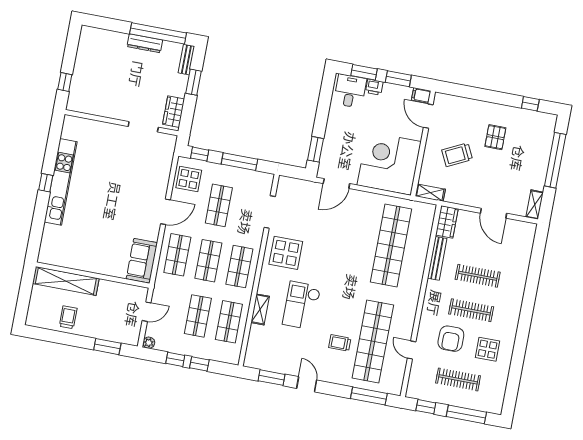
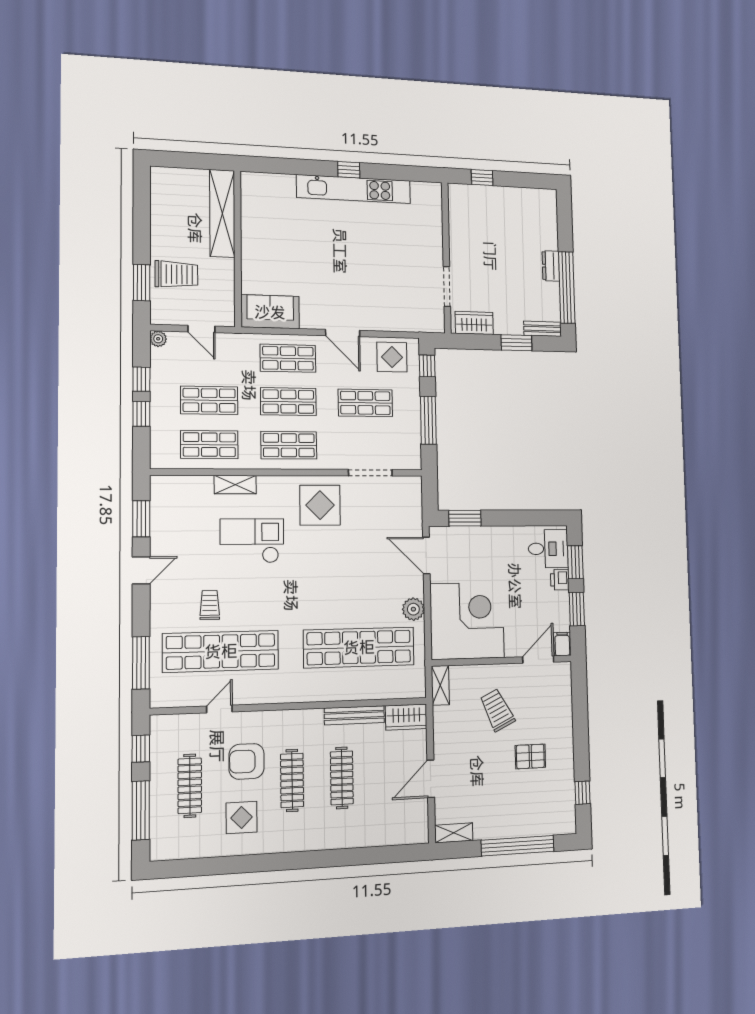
dresser: (145, 43) -> (551, 266), width x0.70
plant: (373, 201) -> (413, 609), added
trolley: (68, 317) -> (176, 274), moved, width x1.36, depth x1.39

